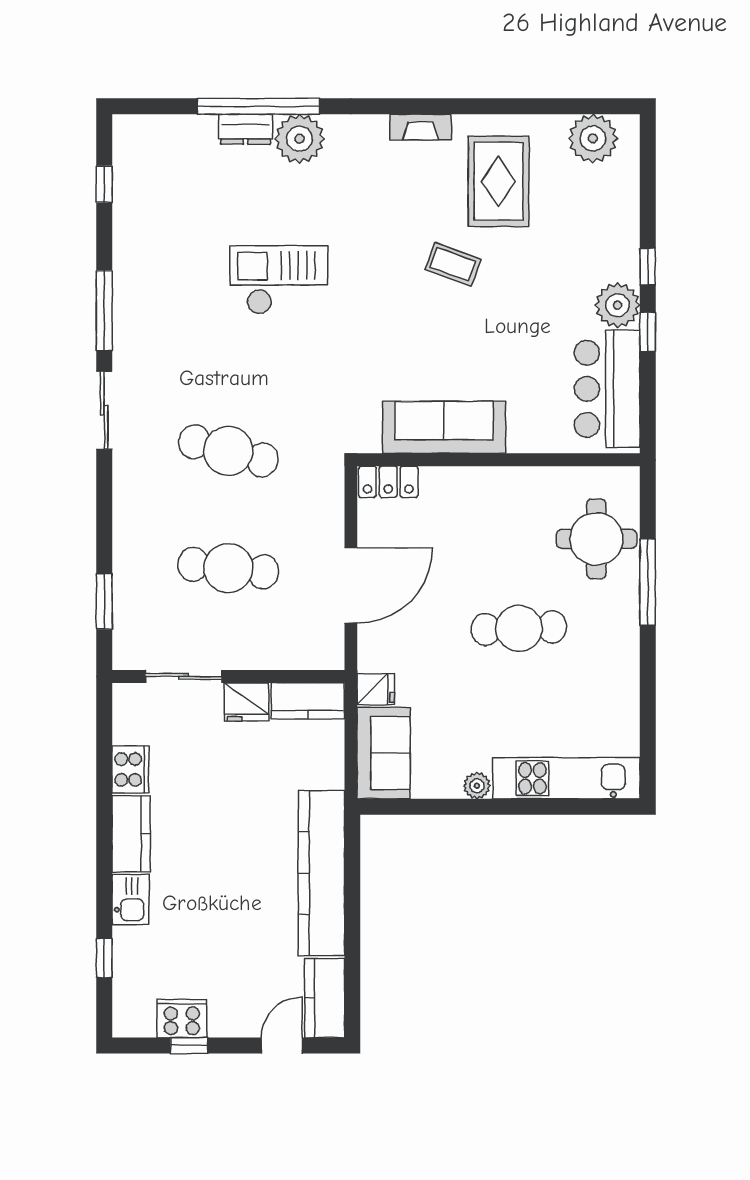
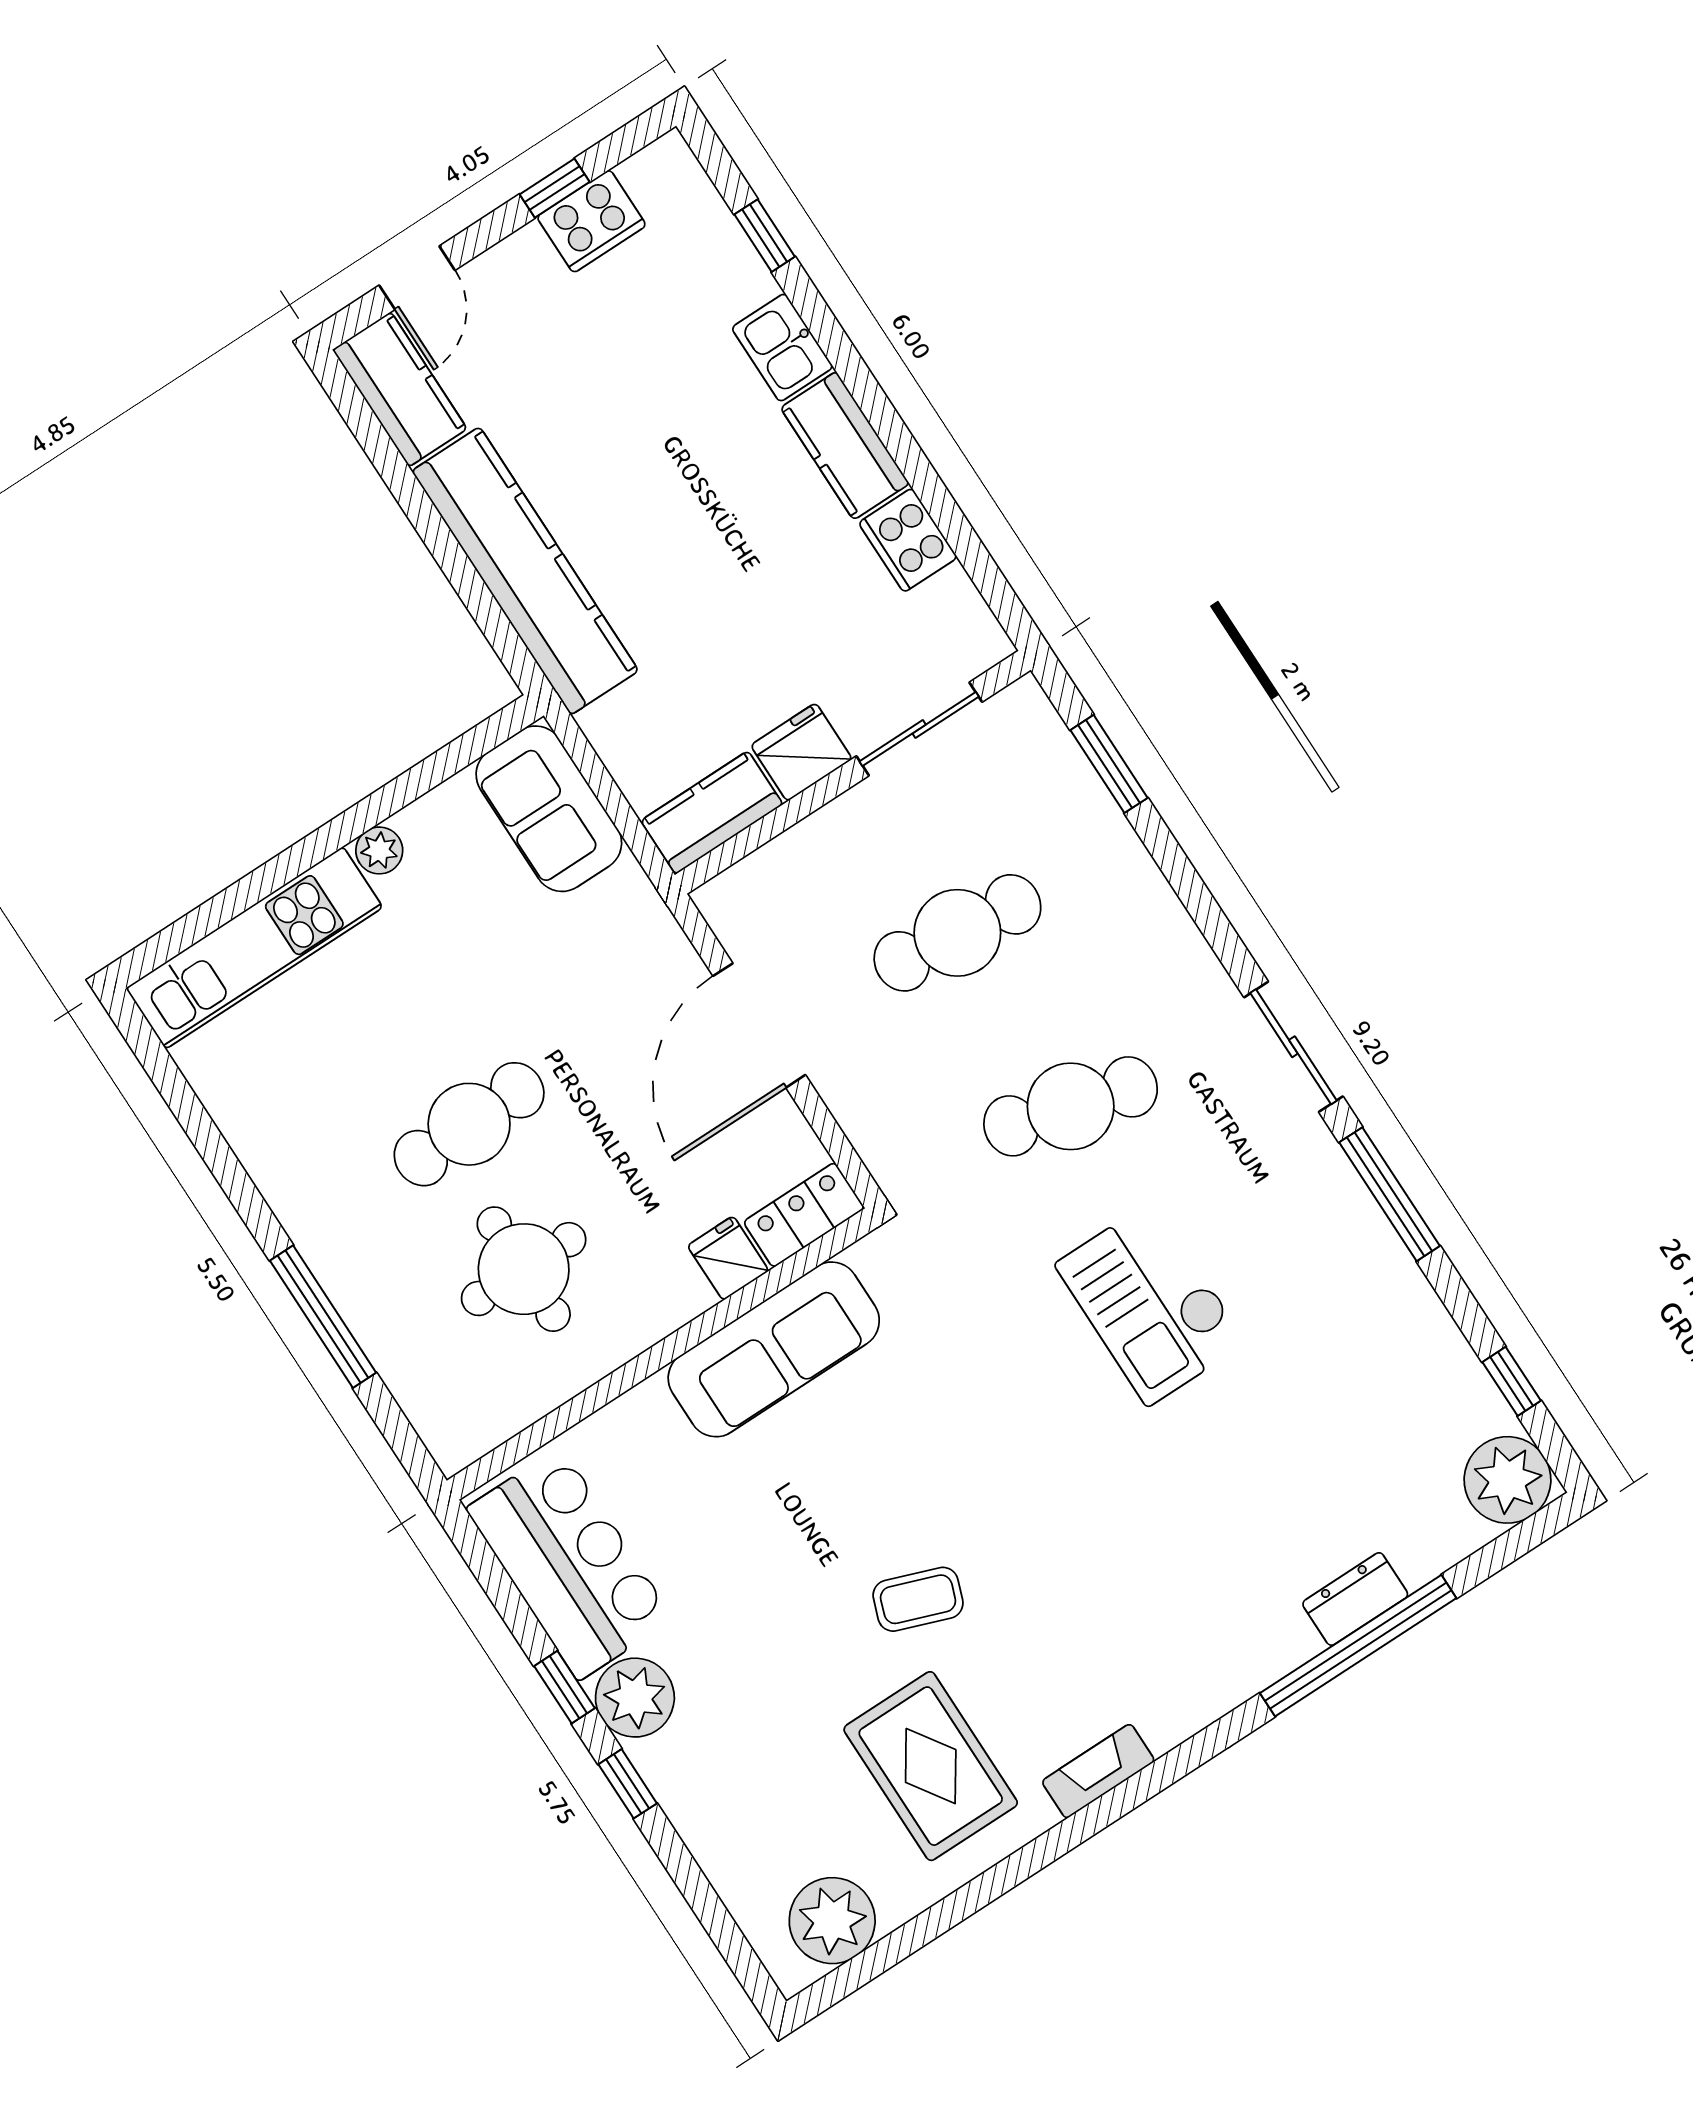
plant: (299, 139) -> (1508, 1480), moved
checkout: (279, 280) -> (1151, 1303), moved, turned 90
round table: (596, 539) -> (524, 1269), moved
fridge: (376, 689) -> (728, 1258), moved, turned 90

